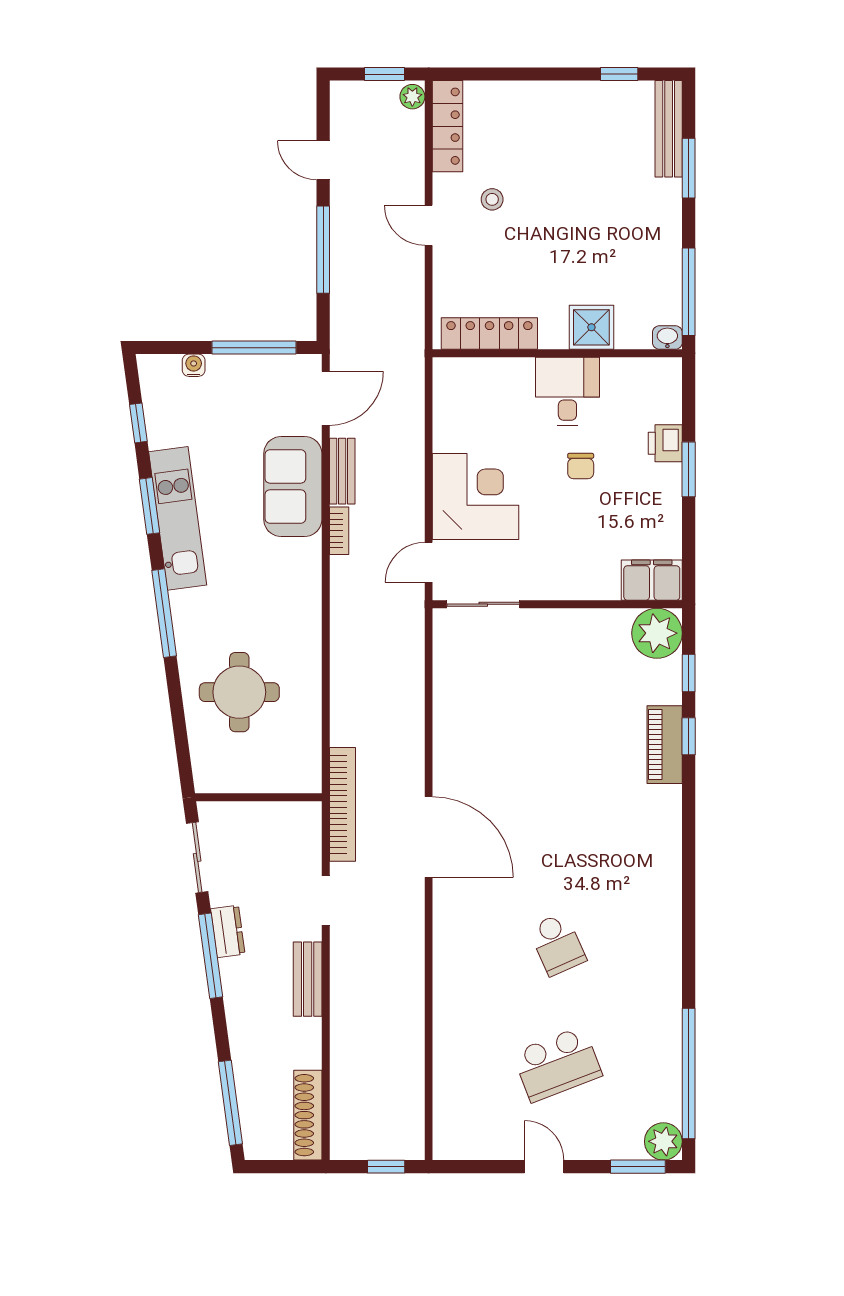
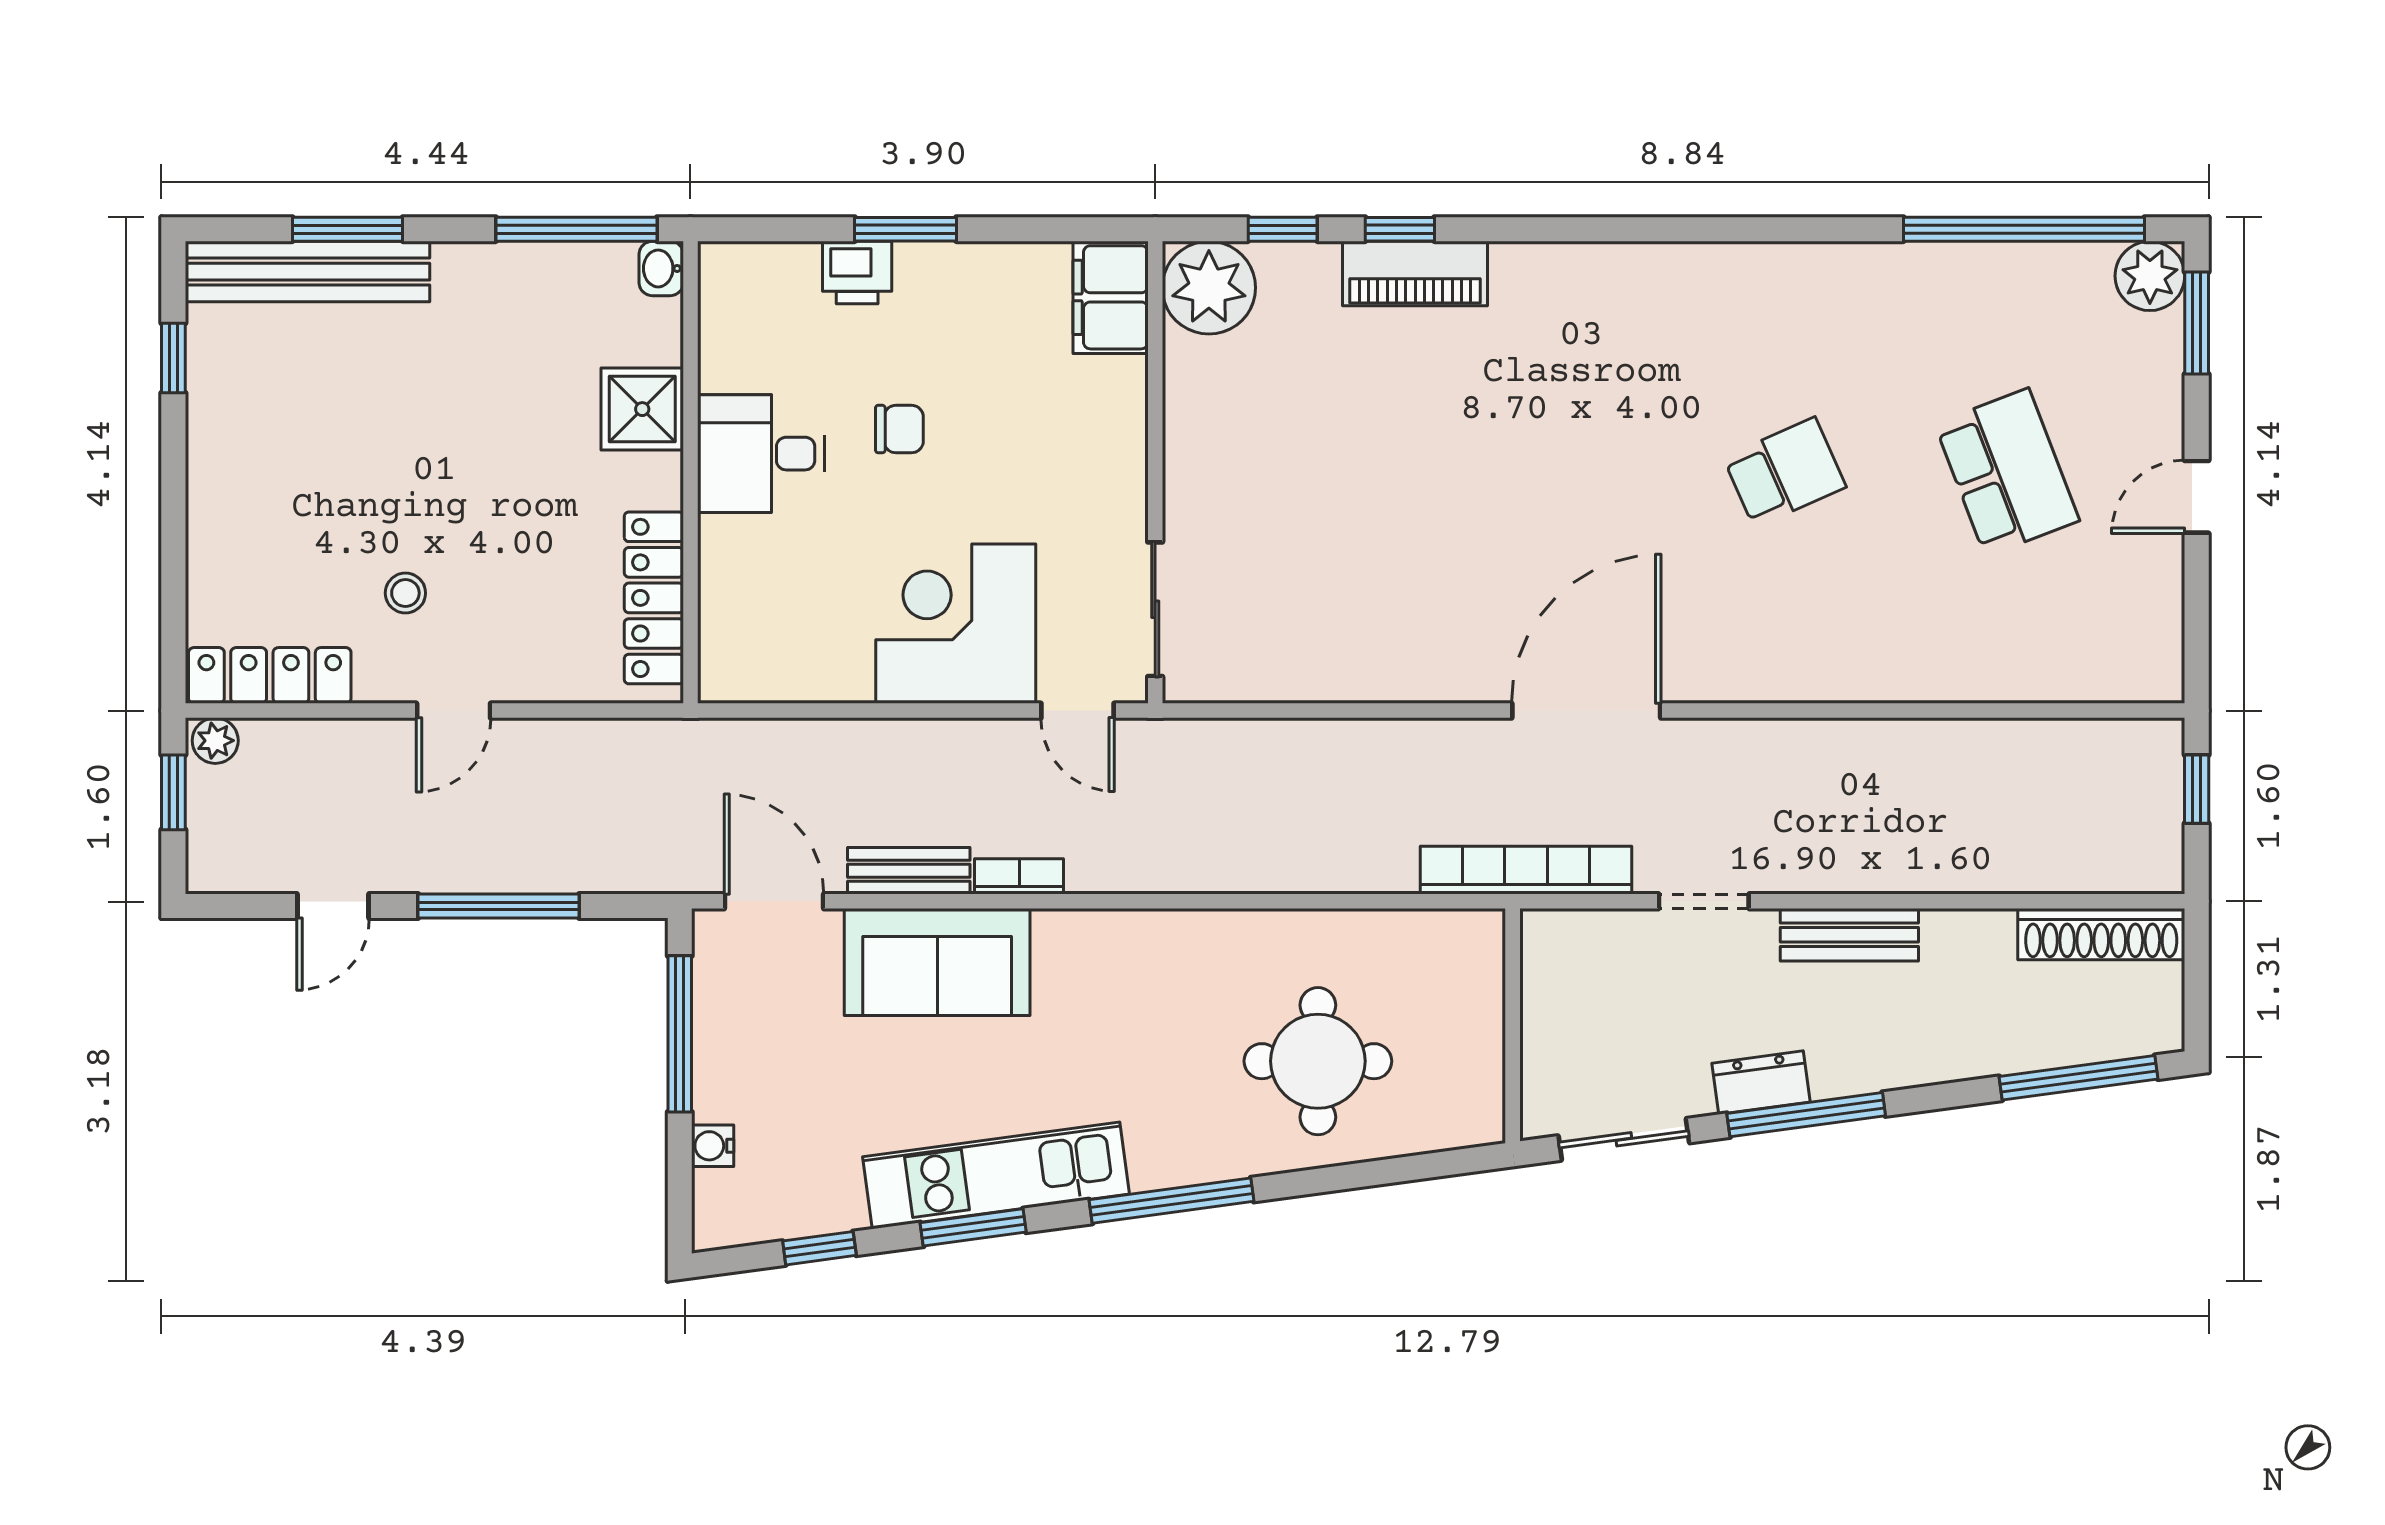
bench: (669, 129) -> (307, 272), width x1.37, depth x1.21

